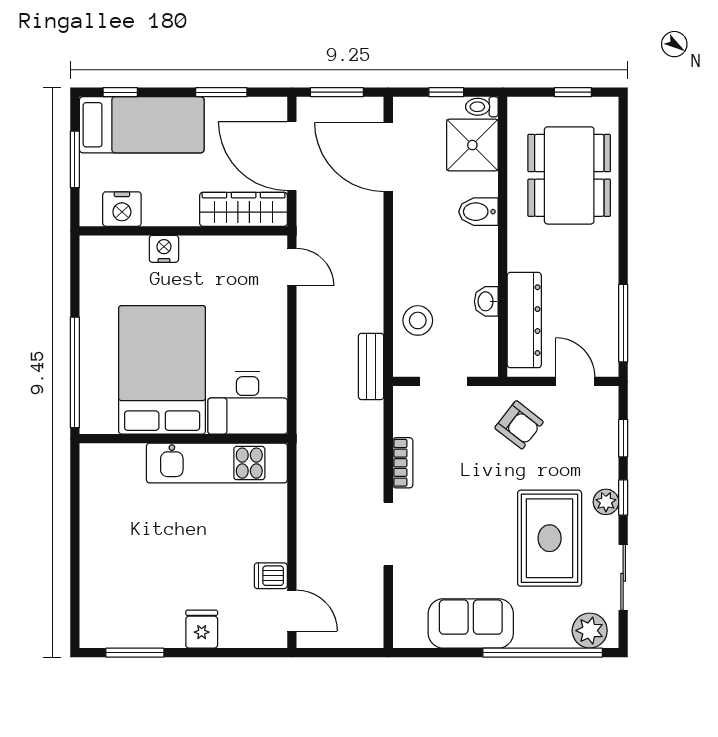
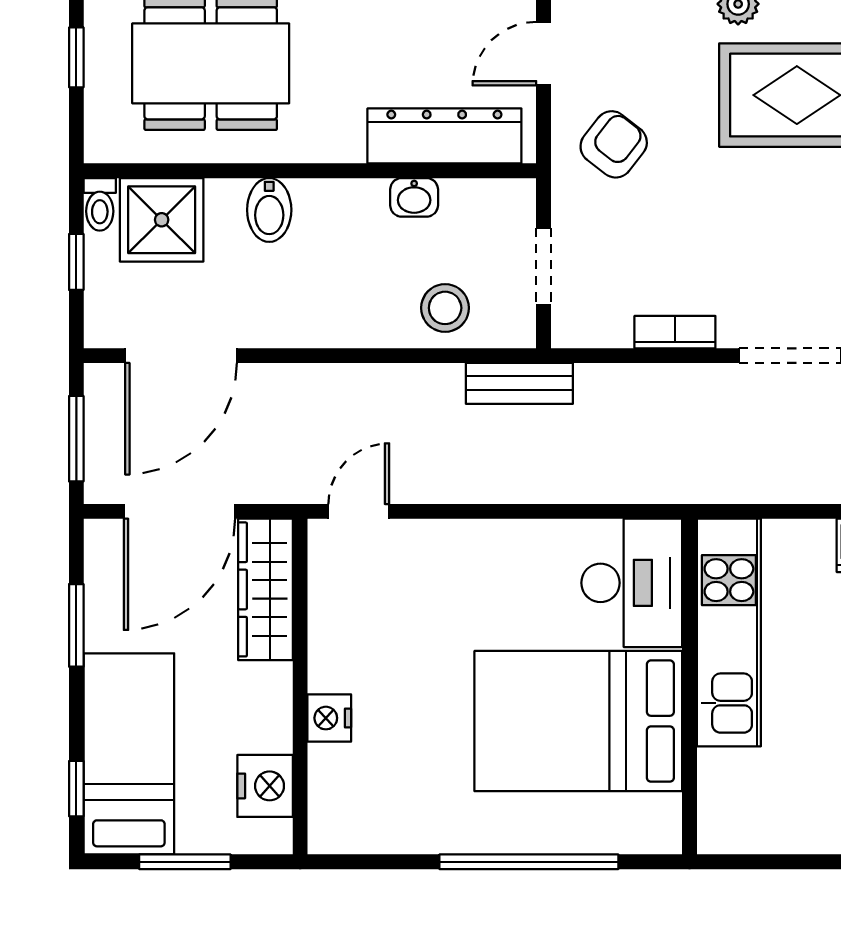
bed: (162, 370) -> (578, 721), moved
desk: (248, 403) -> (632, 583), moved
wall: (183, 439) -> (690, 687), moved
kitchen unit: (217, 463) -> (729, 632), moved

